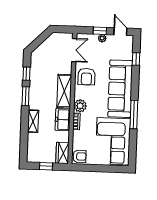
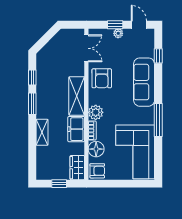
sofa: (120, 89) -> (144, 82), width x0.74, depth x0.79
floor lamp: (79, 138) -> (96, 149), added

